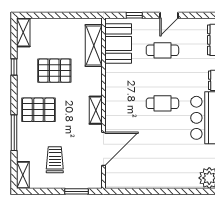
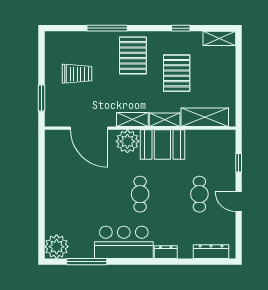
booth: (118, 44) -> (162, 145), moved
plant: (115, 115) -> (127, 141), added
shelving: (23, 175) -> (165, 120), moved

